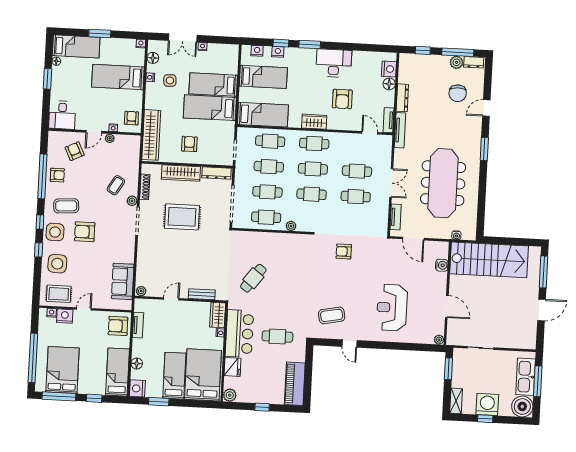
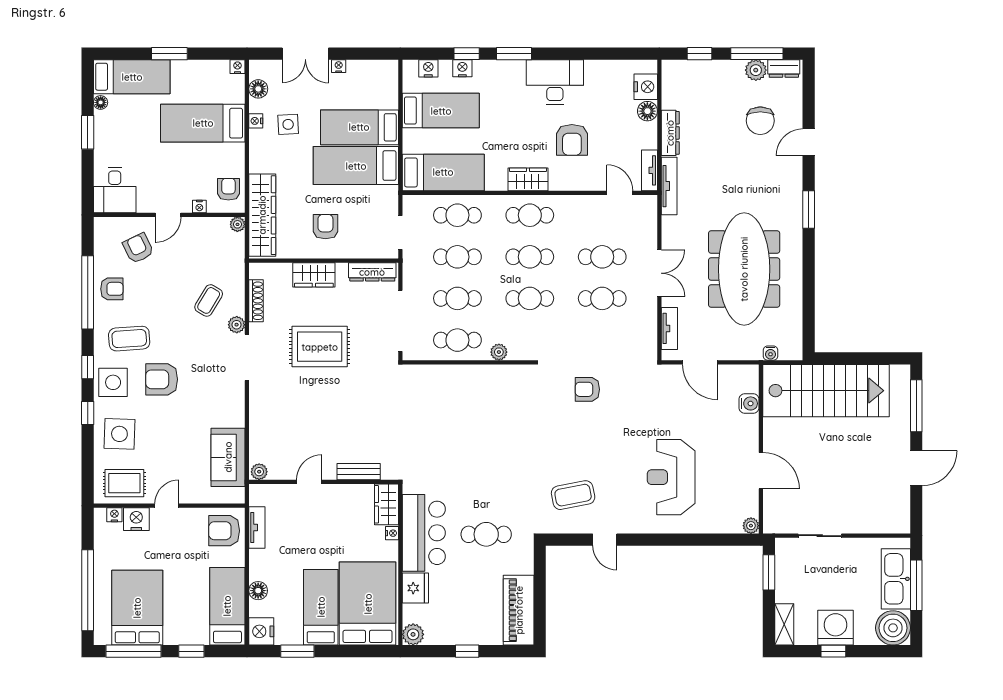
plant: (110, 138) -> (237, 224), moved
wardrobe: (181, 173) -> (314, 275), width x0.67
cafe table: (253, 278) -> (442, 441), removed

